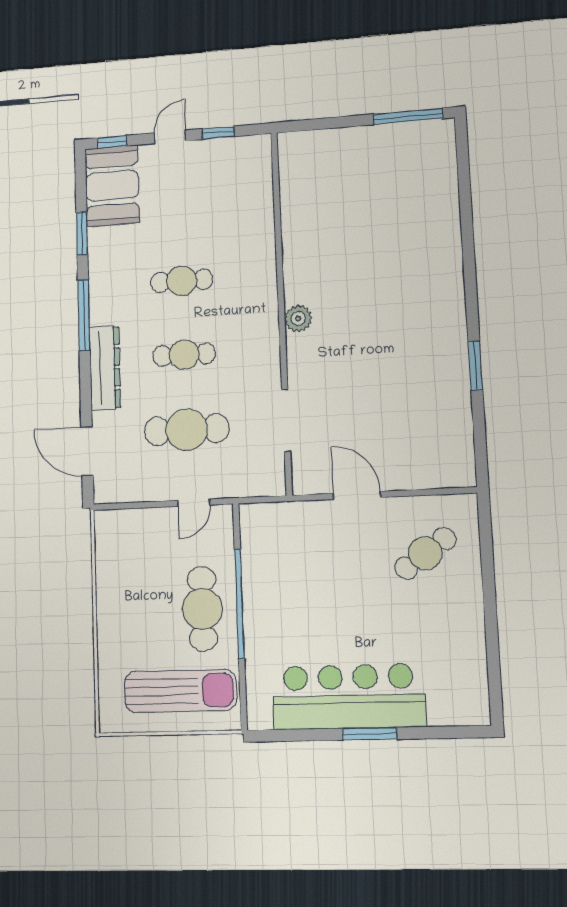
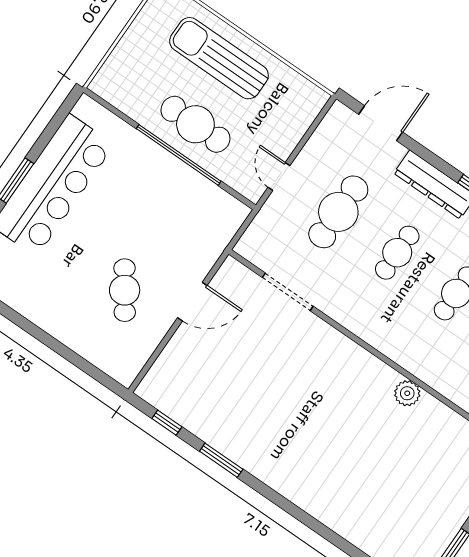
plant: (298, 318) -> (407, 393), moved
window: (480, 437) -> (167, 423), added
cafe table: (425, 553) -> (125, 290), moved
sun lounger: (180, 691) -> (219, 58), moved, turned 90

